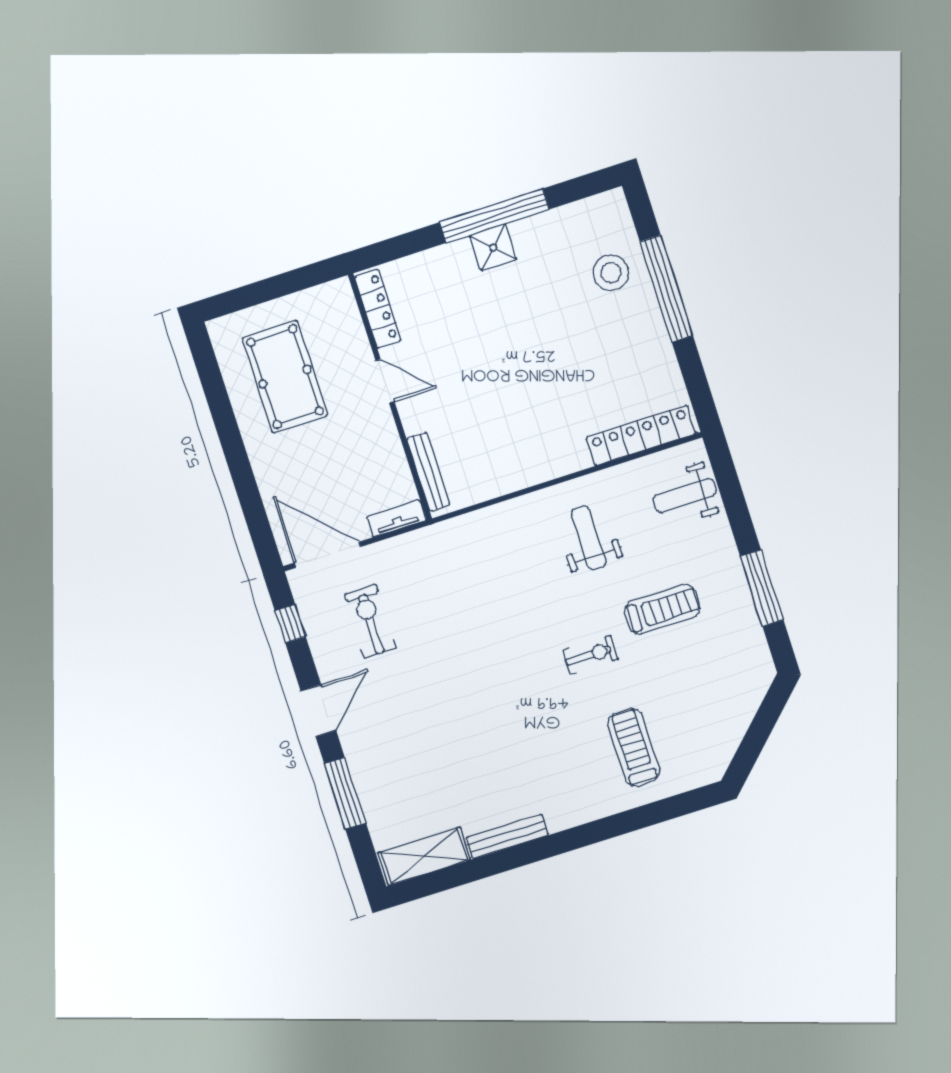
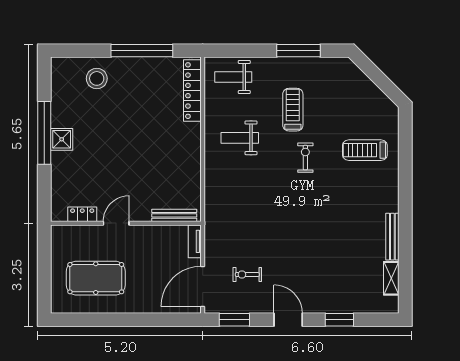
window: (666, 289) -> (142, 51), moved
locker: (378, 309) -> (82, 214), width x0.66
weight bench: (685, 495) -> (233, 77), turned 90
exercise bike: (370, 621) -> (247, 274), width x0.73, depth x0.72
window: (290, 624) -> (234, 320), width x1.50
window: (345, 793) -> (339, 320), width x0.69
shelving: (424, 856) -> (391, 278), width x0.67, depth x0.75

